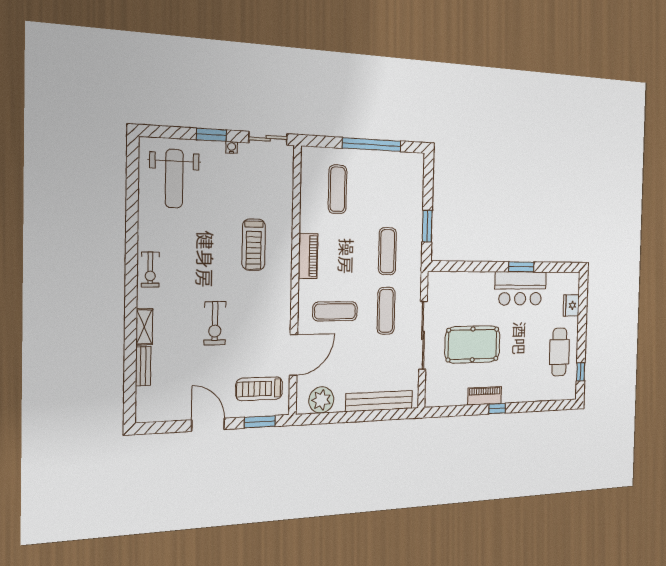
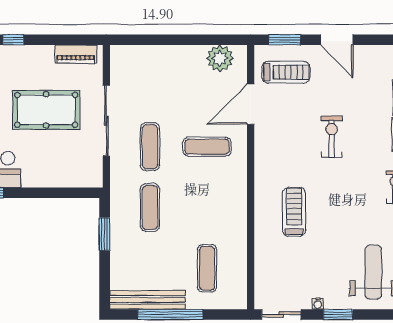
piano: (308, 256) -> (237, 201), removed
piano: (485, 396) -> (76, 54), moved
bench: (379, 401) -> (147, 300), moved

